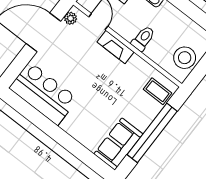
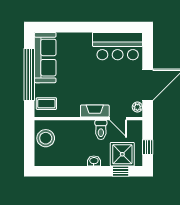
toilet: (143, 39) -> (101, 130), moved
sofa: (118, 144) -> (45, 58), width x1.36

